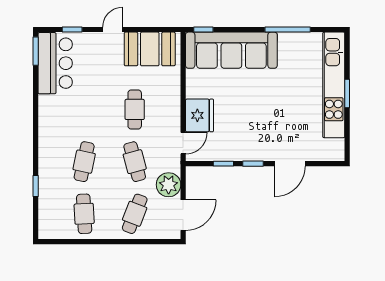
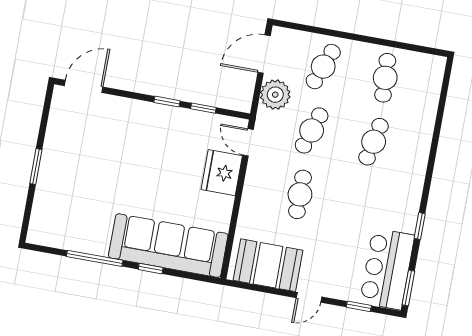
window: (203, 29) -> (151, 269), moved
kitchen unit: (334, 85) -> (50, 180), removed
door: (183, 143) -> (248, 142), hinge flipped
cafe table: (135, 162) -> (312, 130), turned 33
door: (290, 164) -> (84, 86), moved
window: (36, 186) -> (420, 226), moved

